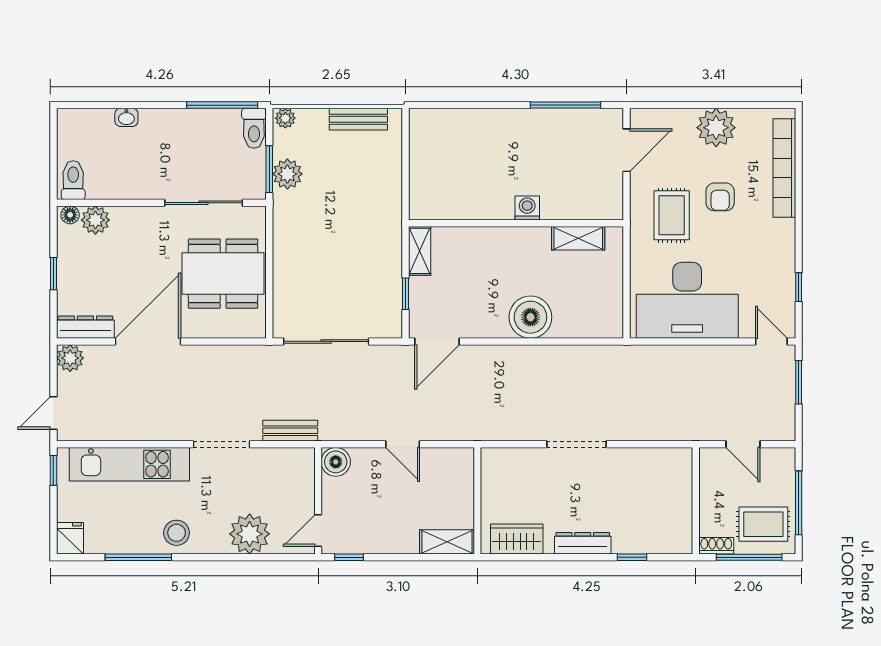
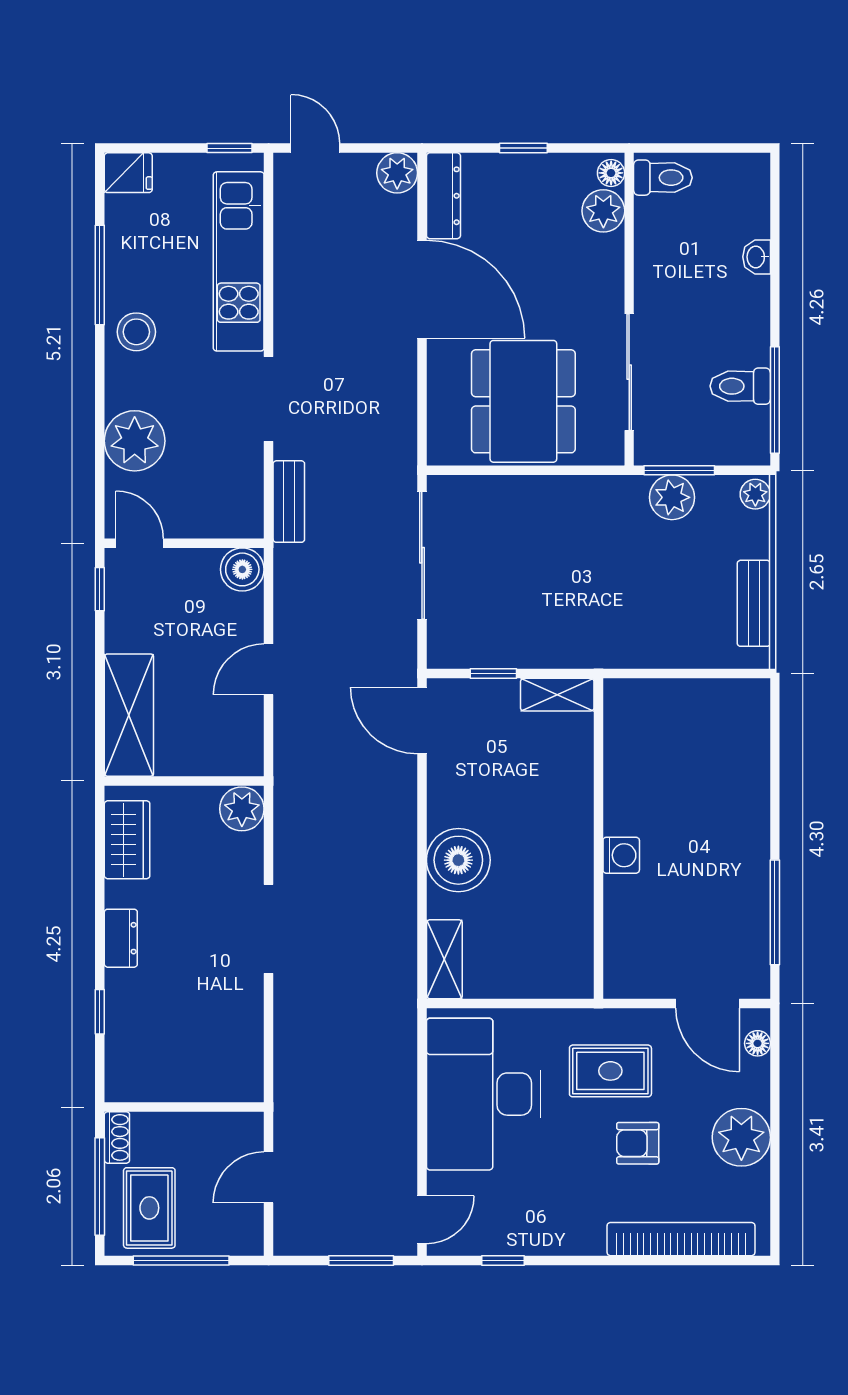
floor lamp: (653, 117) -> (758, 1043), added
toilet: (254, 128) -> (740, 386), moved
shelving: (578, 238) -> (444, 959), moved
plant: (496, 462) -> (242, 809), added
shelving: (447, 542) -> (129, 715), width x1.50, depth x1.33
dresser: (583, 543) -> (121, 938), width x0.70

